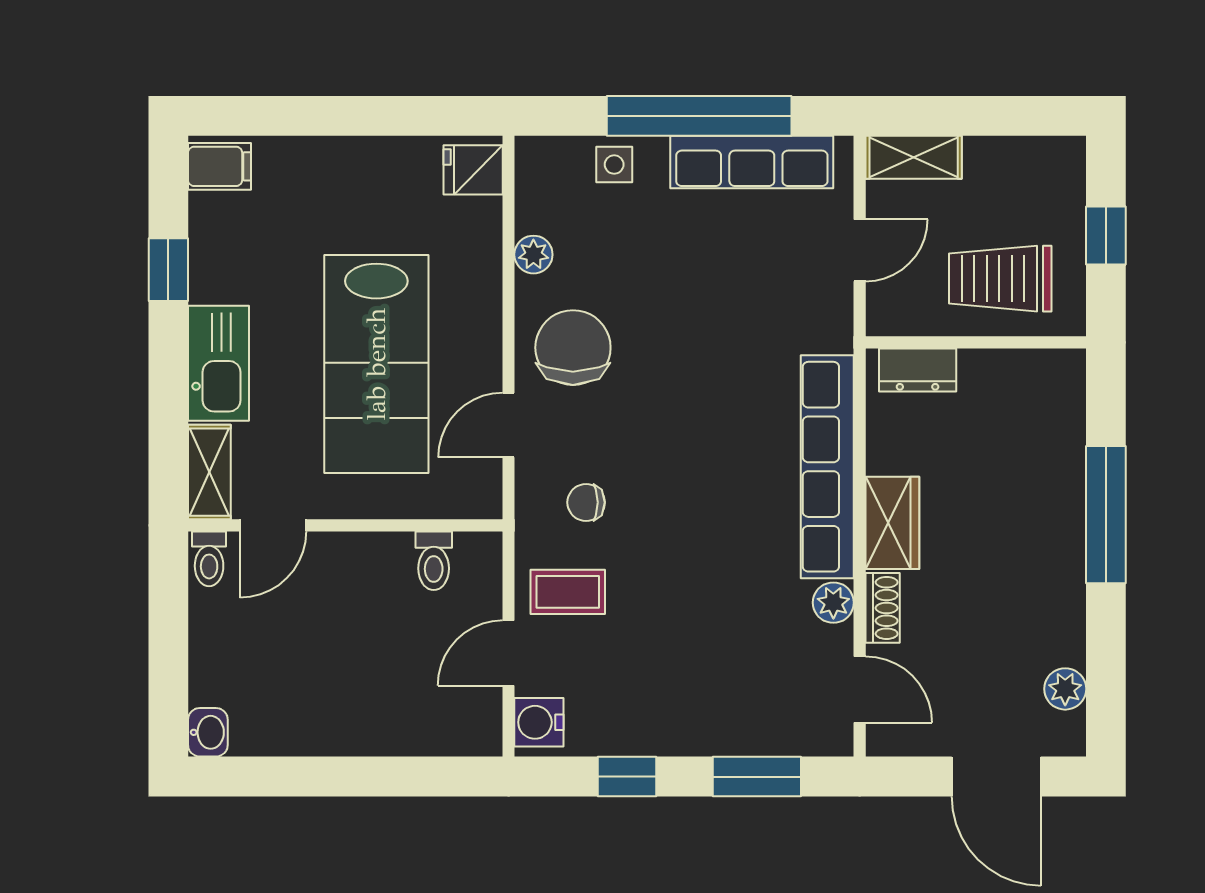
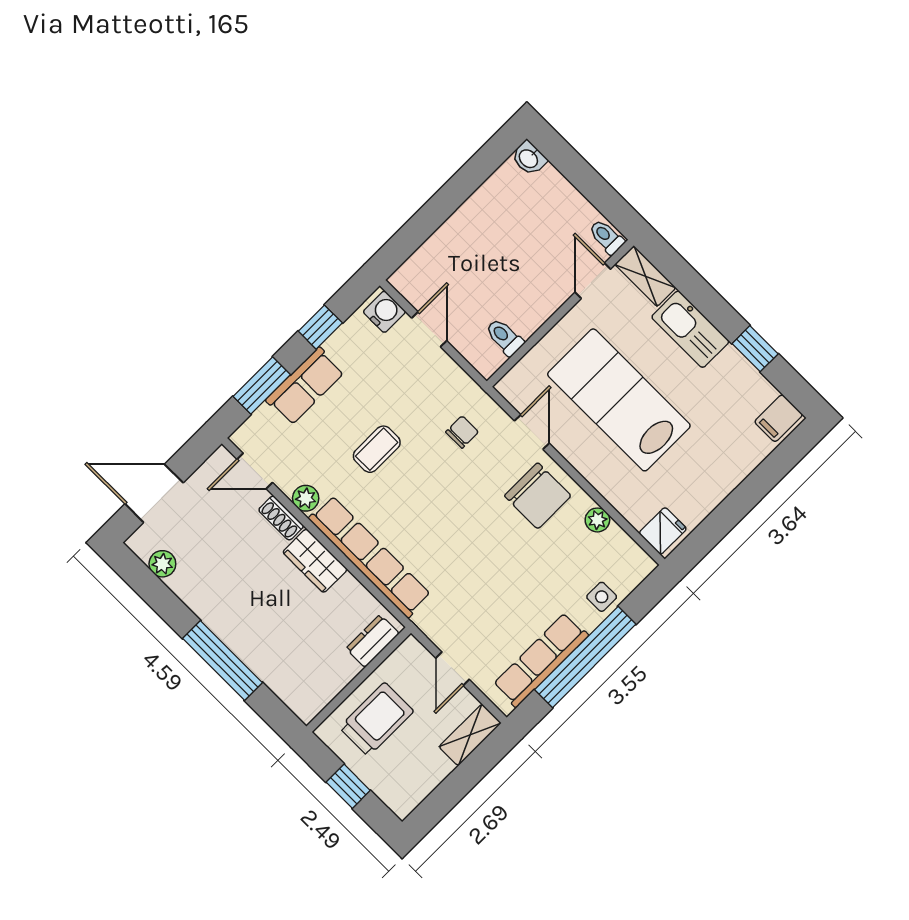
coffee table: (568, 592) -> (377, 449), moved
row of seats: (709, 728) -> (305, 386), added

